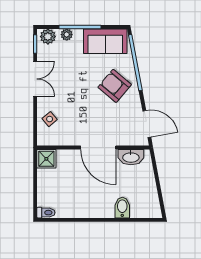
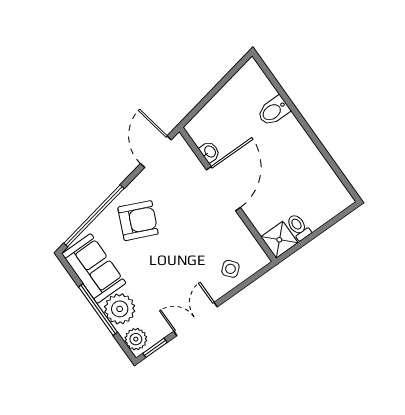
plant: (67, 35) -> (120, 309), width x1.88, depth x1.88
armchair: (115, 86) -> (138, 221), turned -106
washbasin: (131, 157) -> (210, 152), width x0.52, depth x0.69
toilet: (46, 213) -> (299, 227), moved

